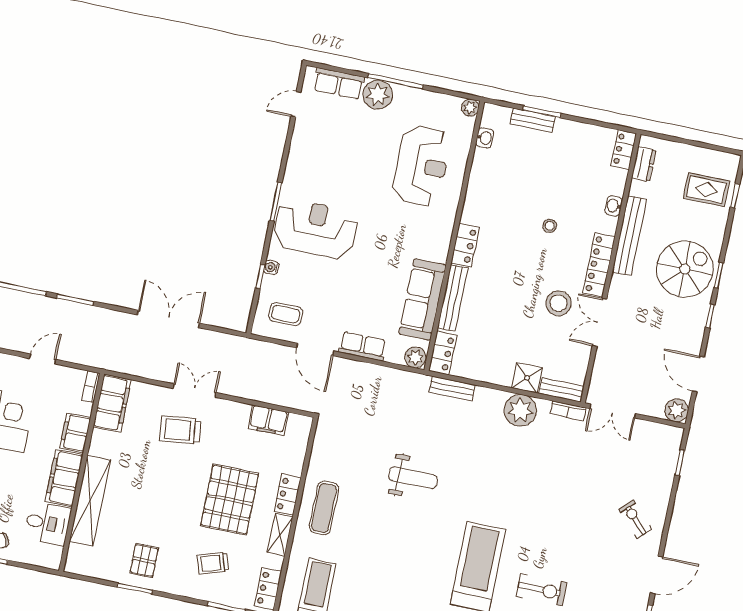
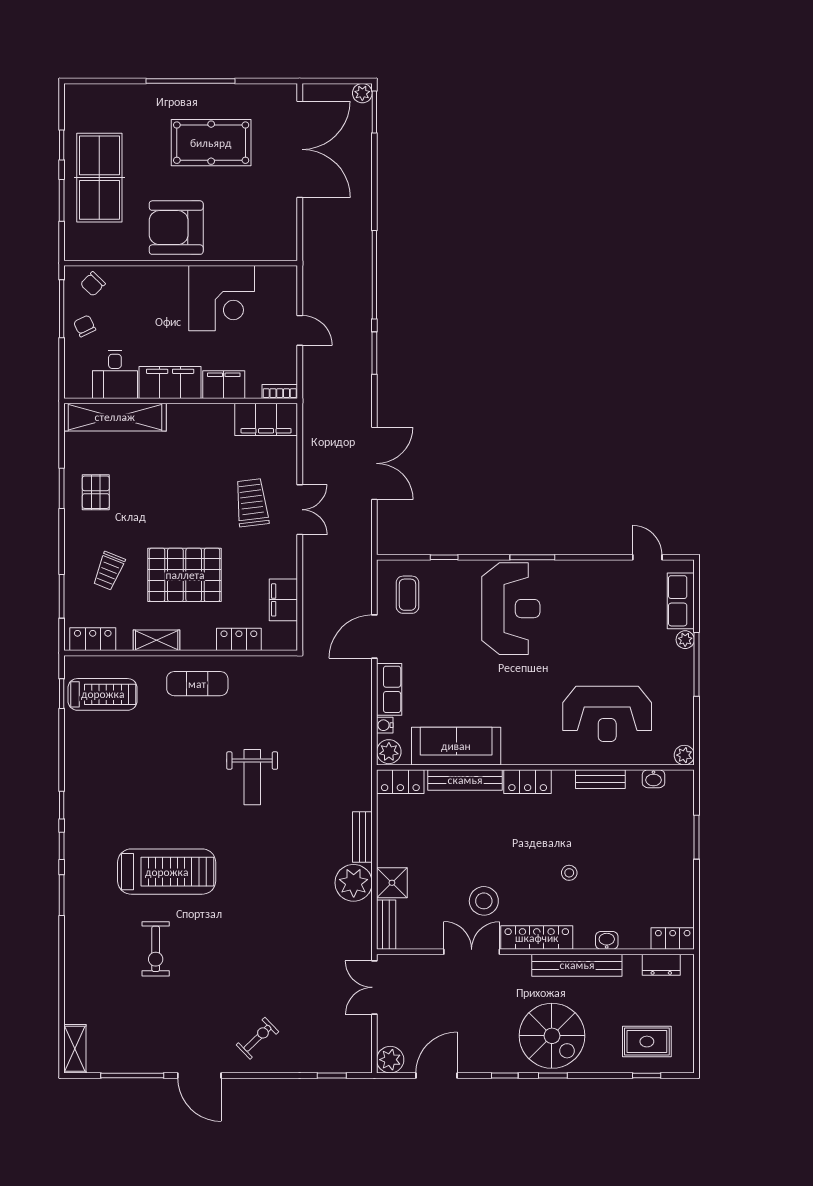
plant: (378, 95) -> (685, 640), width x0.53, depth x0.53
bench: (533, 120) -> (600, 779), moved, turned 90
rug: (706, 190) -> (647, 1042), turned 90
water cooler: (271, 267) -> (385, 725), moved, turned -90
bench: (452, 388) -> (362, 837), moved
bookcase: (568, 411) -> (364, 937), removed
locker: (288, 495) -> (239, 639), moved
shelving: (90, 501) -> (115, 417), moved
pallet: (144, 560) -> (96, 492), turned 90
trolley: (213, 563) -> (109, 571), turned -140

